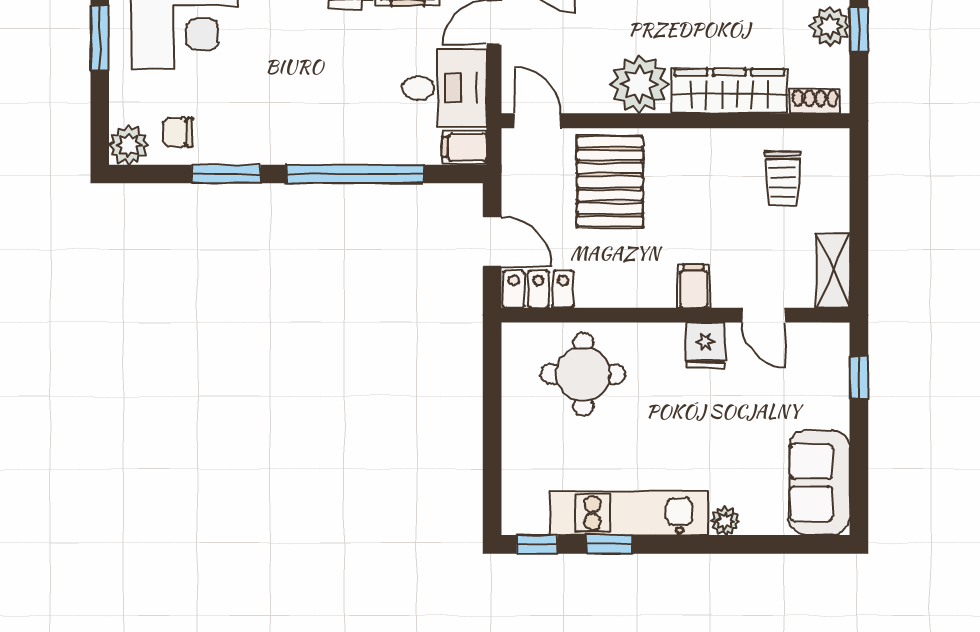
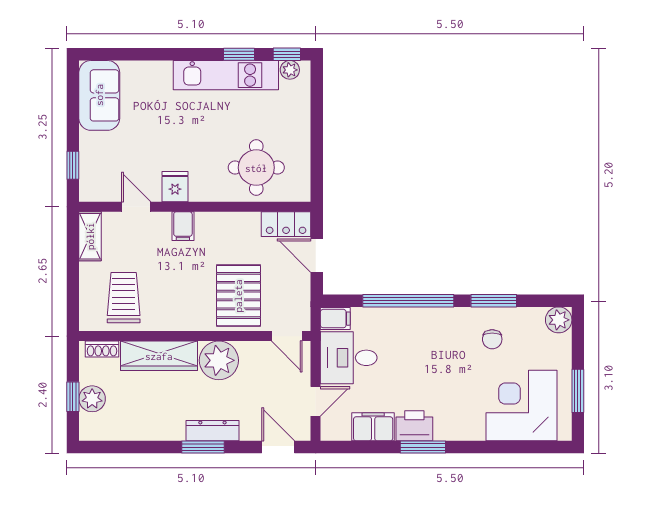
chair: (178, 132) -> (492, 339), moved, turned 90
trolley: (783, 179) -> (124, 298), width x1.36, depth x1.39
plant: (725, 521) -> (290, 70), moved

